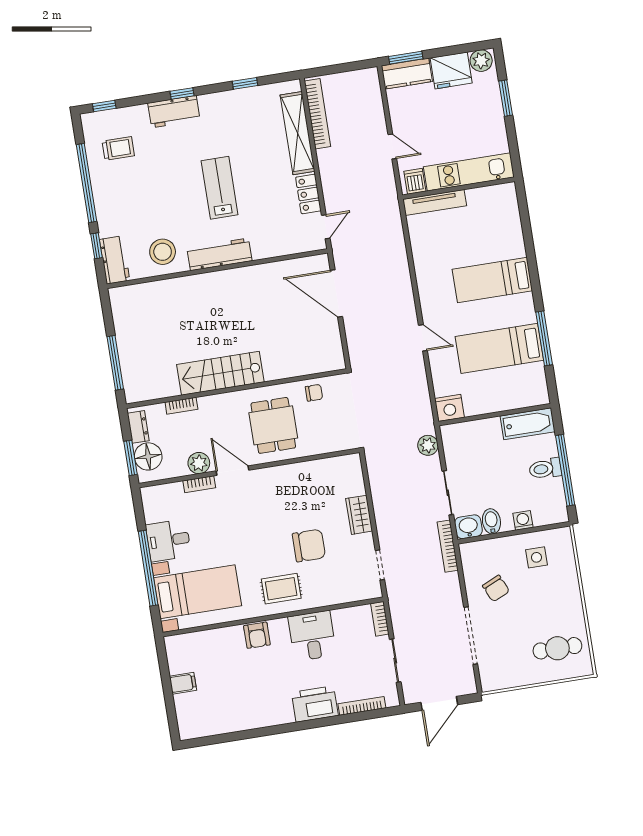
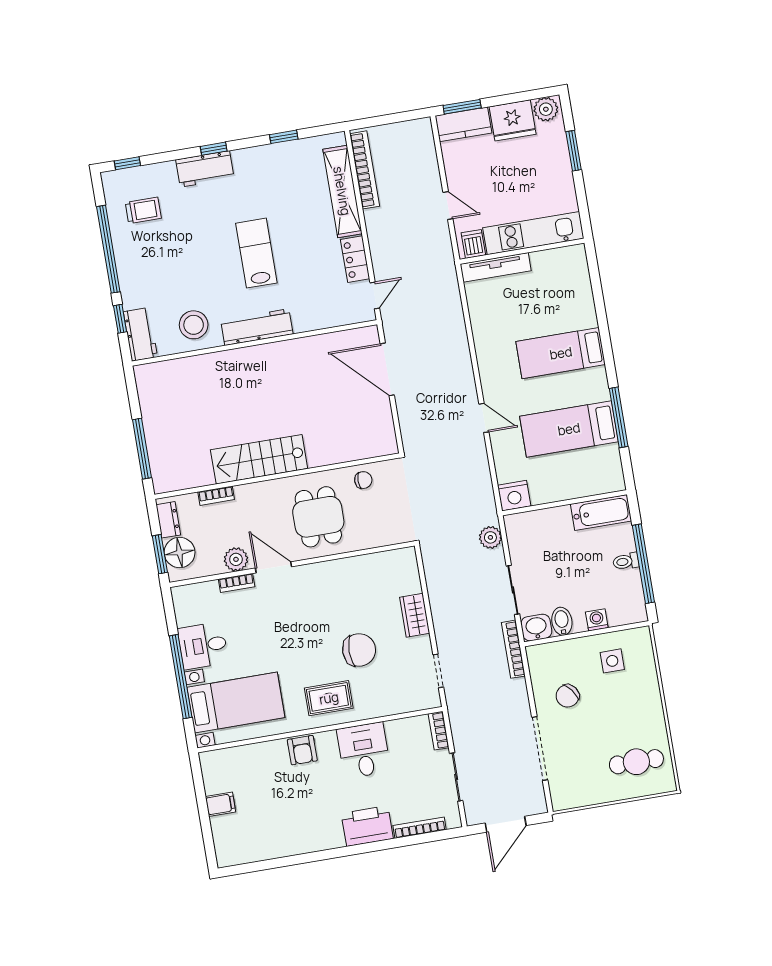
toilet: (545, 469) -> (626, 561), width x0.73, depth x0.72
chair: (496, 588) -> (568, 696), turned 77

